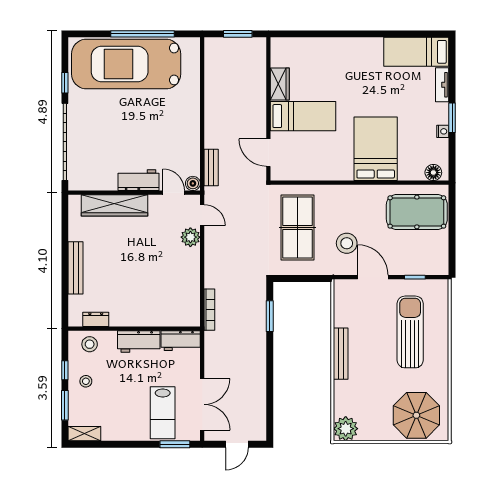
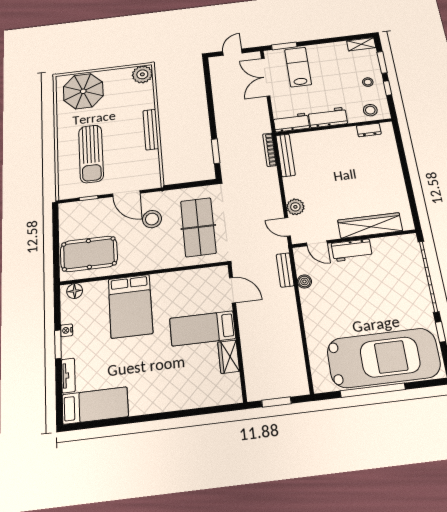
boiler: (193, 183) -> (304, 281), moved
bench: (76, 268) -> (285, 155), moved

